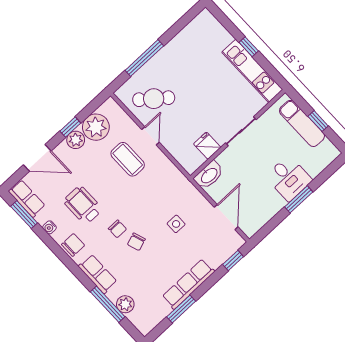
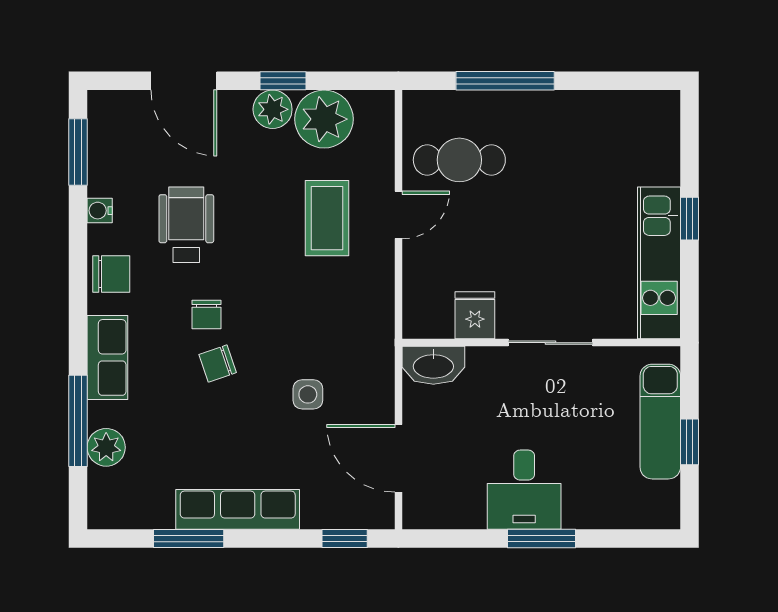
cafe table: (154, 99) -> (459, 160), turned -39
desk: (289, 178) -> (524, 490), moved
row of seats: (27, 198) -> (106, 130), removed
door: (226, 217) -> (398, 458), swing flipped

